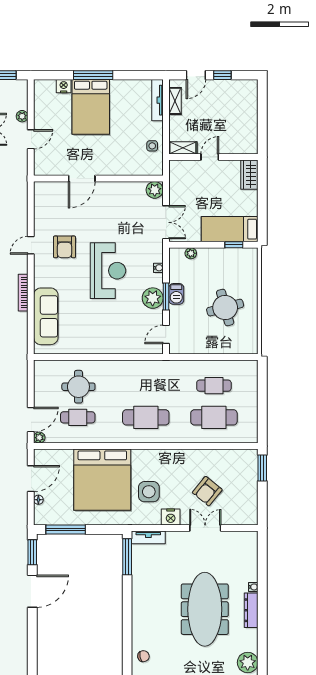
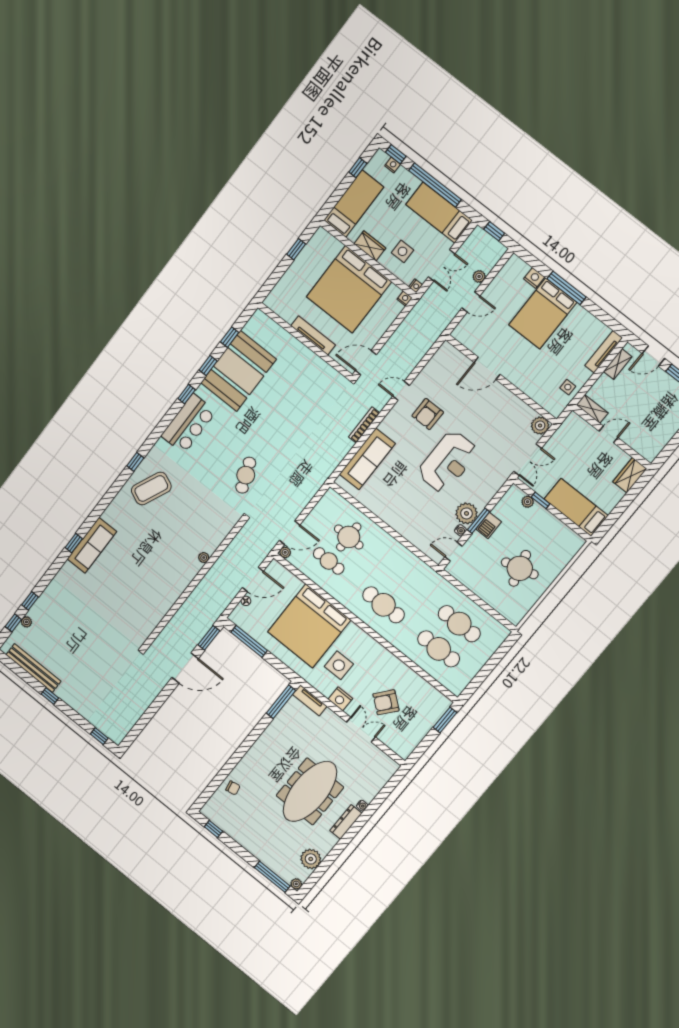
window: (234, 245) -> (541, 500), moved
water cooler: (158, 268) -> (460, 530), moved
cafe table: (214, 386) -> (459, 624), width x1.37, depth x1.35

